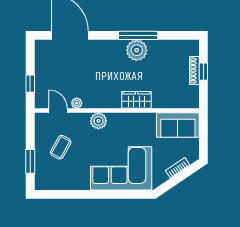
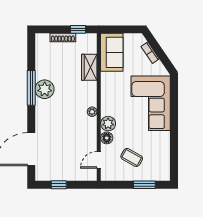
window: (203, 72) -> (78, 29), moved
window: (30, 84) -> (59, 185), moved
wardrobe: (137, 100) -> (89, 67), moved
plant: (77, 103) -> (92, 112), moved
floor lamp: (82, 119) -> (107, 138), added

